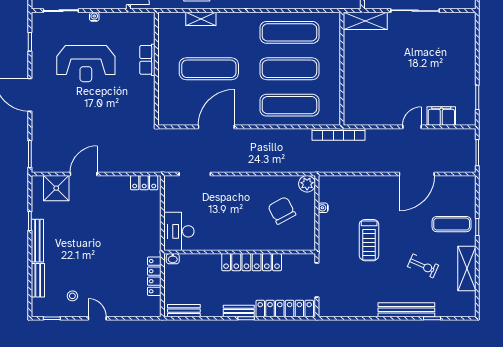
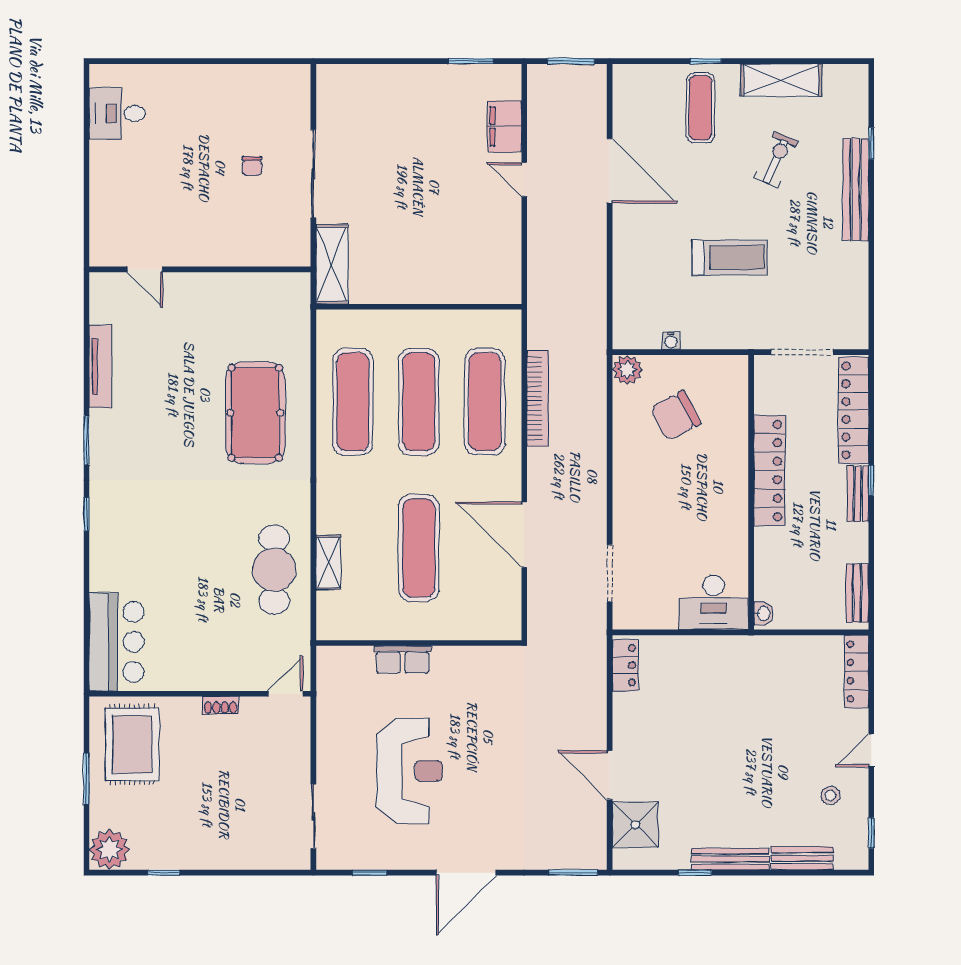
water cooler: (94, 17) -> (325, 756), removed
bookcase: (339, 134) -> (538, 398), moved
locker: (154, 276) -> (856, 672), moved, turned 90

